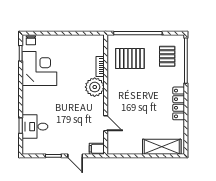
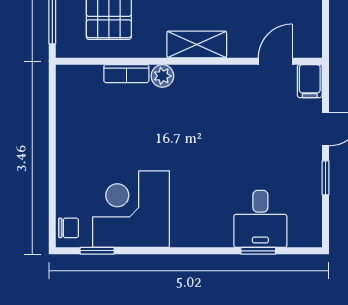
plant: (95, 87) -> (162, 76), width x0.53, depth x0.53
shelving: (113, 98) -> (197, 45), added
door: (106, 123) -> (275, 61), moved

